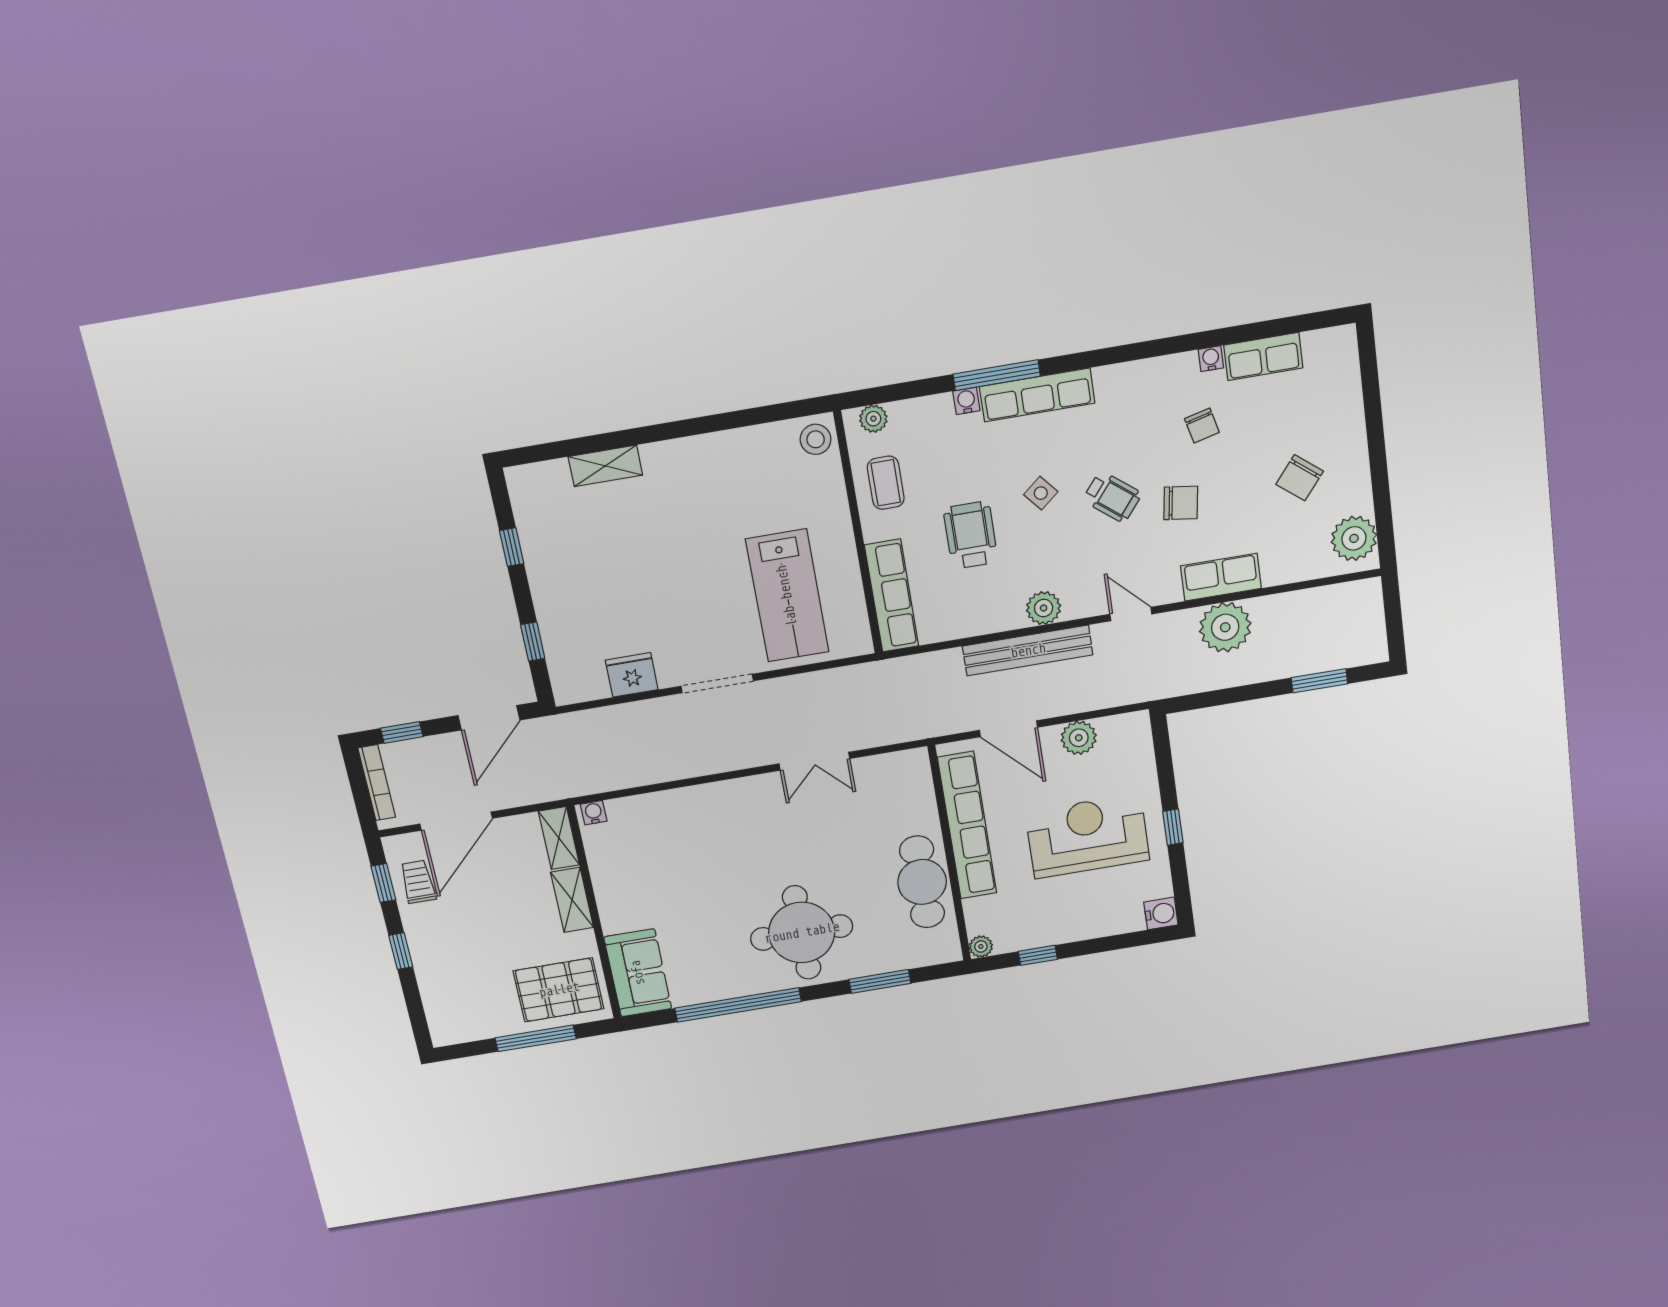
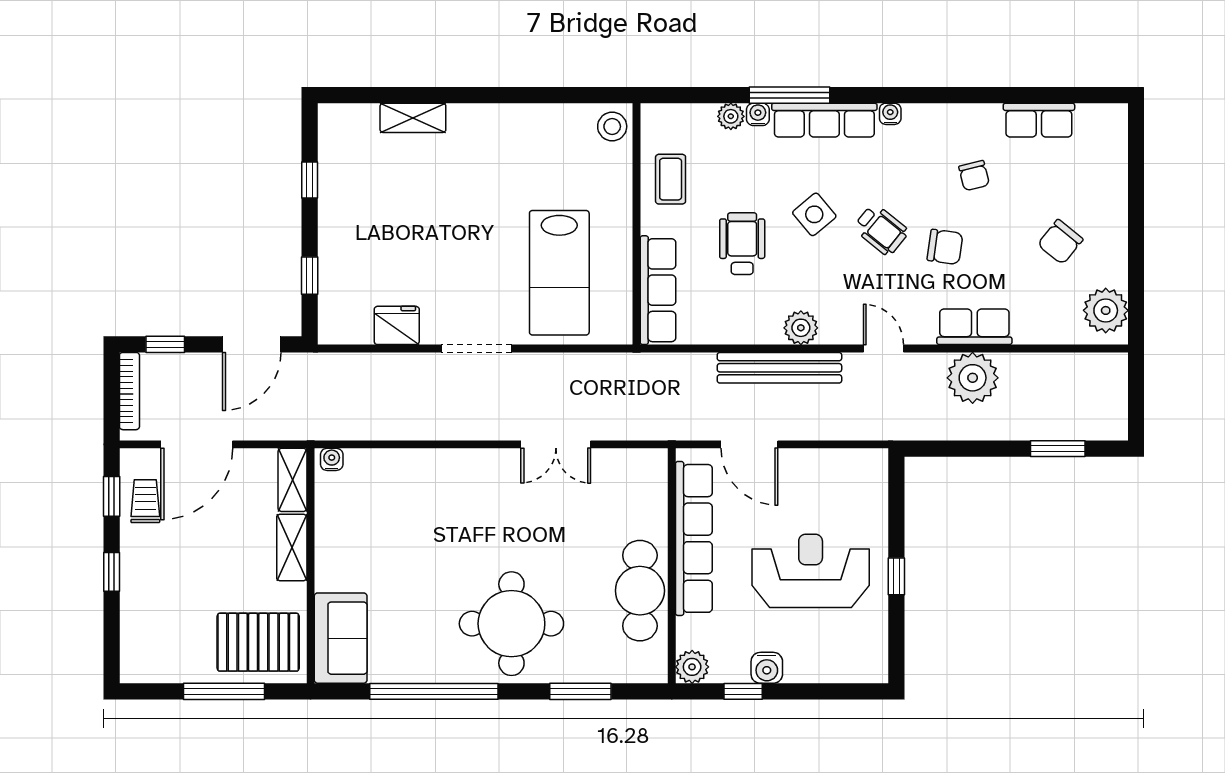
water cooler: (1211, 359) -> (890, 114), moved
plant: (873, 419) -> (731, 116), moved
side table: (1041, 493) -> (814, 214), width x1.37, depth x1.37
plant: (1079, 738) -> (816, 466), removed
water cooler: (1161, 913) -> (767, 668), moved, turned 90
plant: (981, 947) -> (692, 667), width x1.38, depth x1.38

